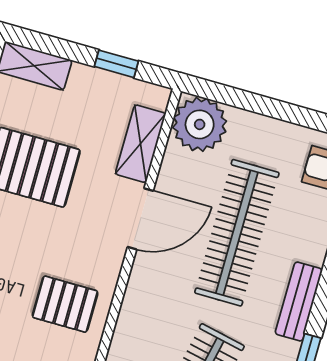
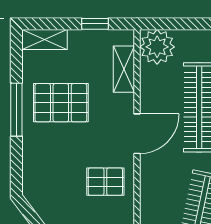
door: (140, 219) -> (137, 134), moved

